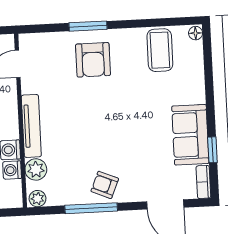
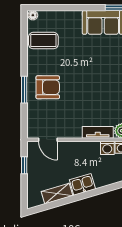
tv unit: (31, 126) -> (98, 132), width x0.71

